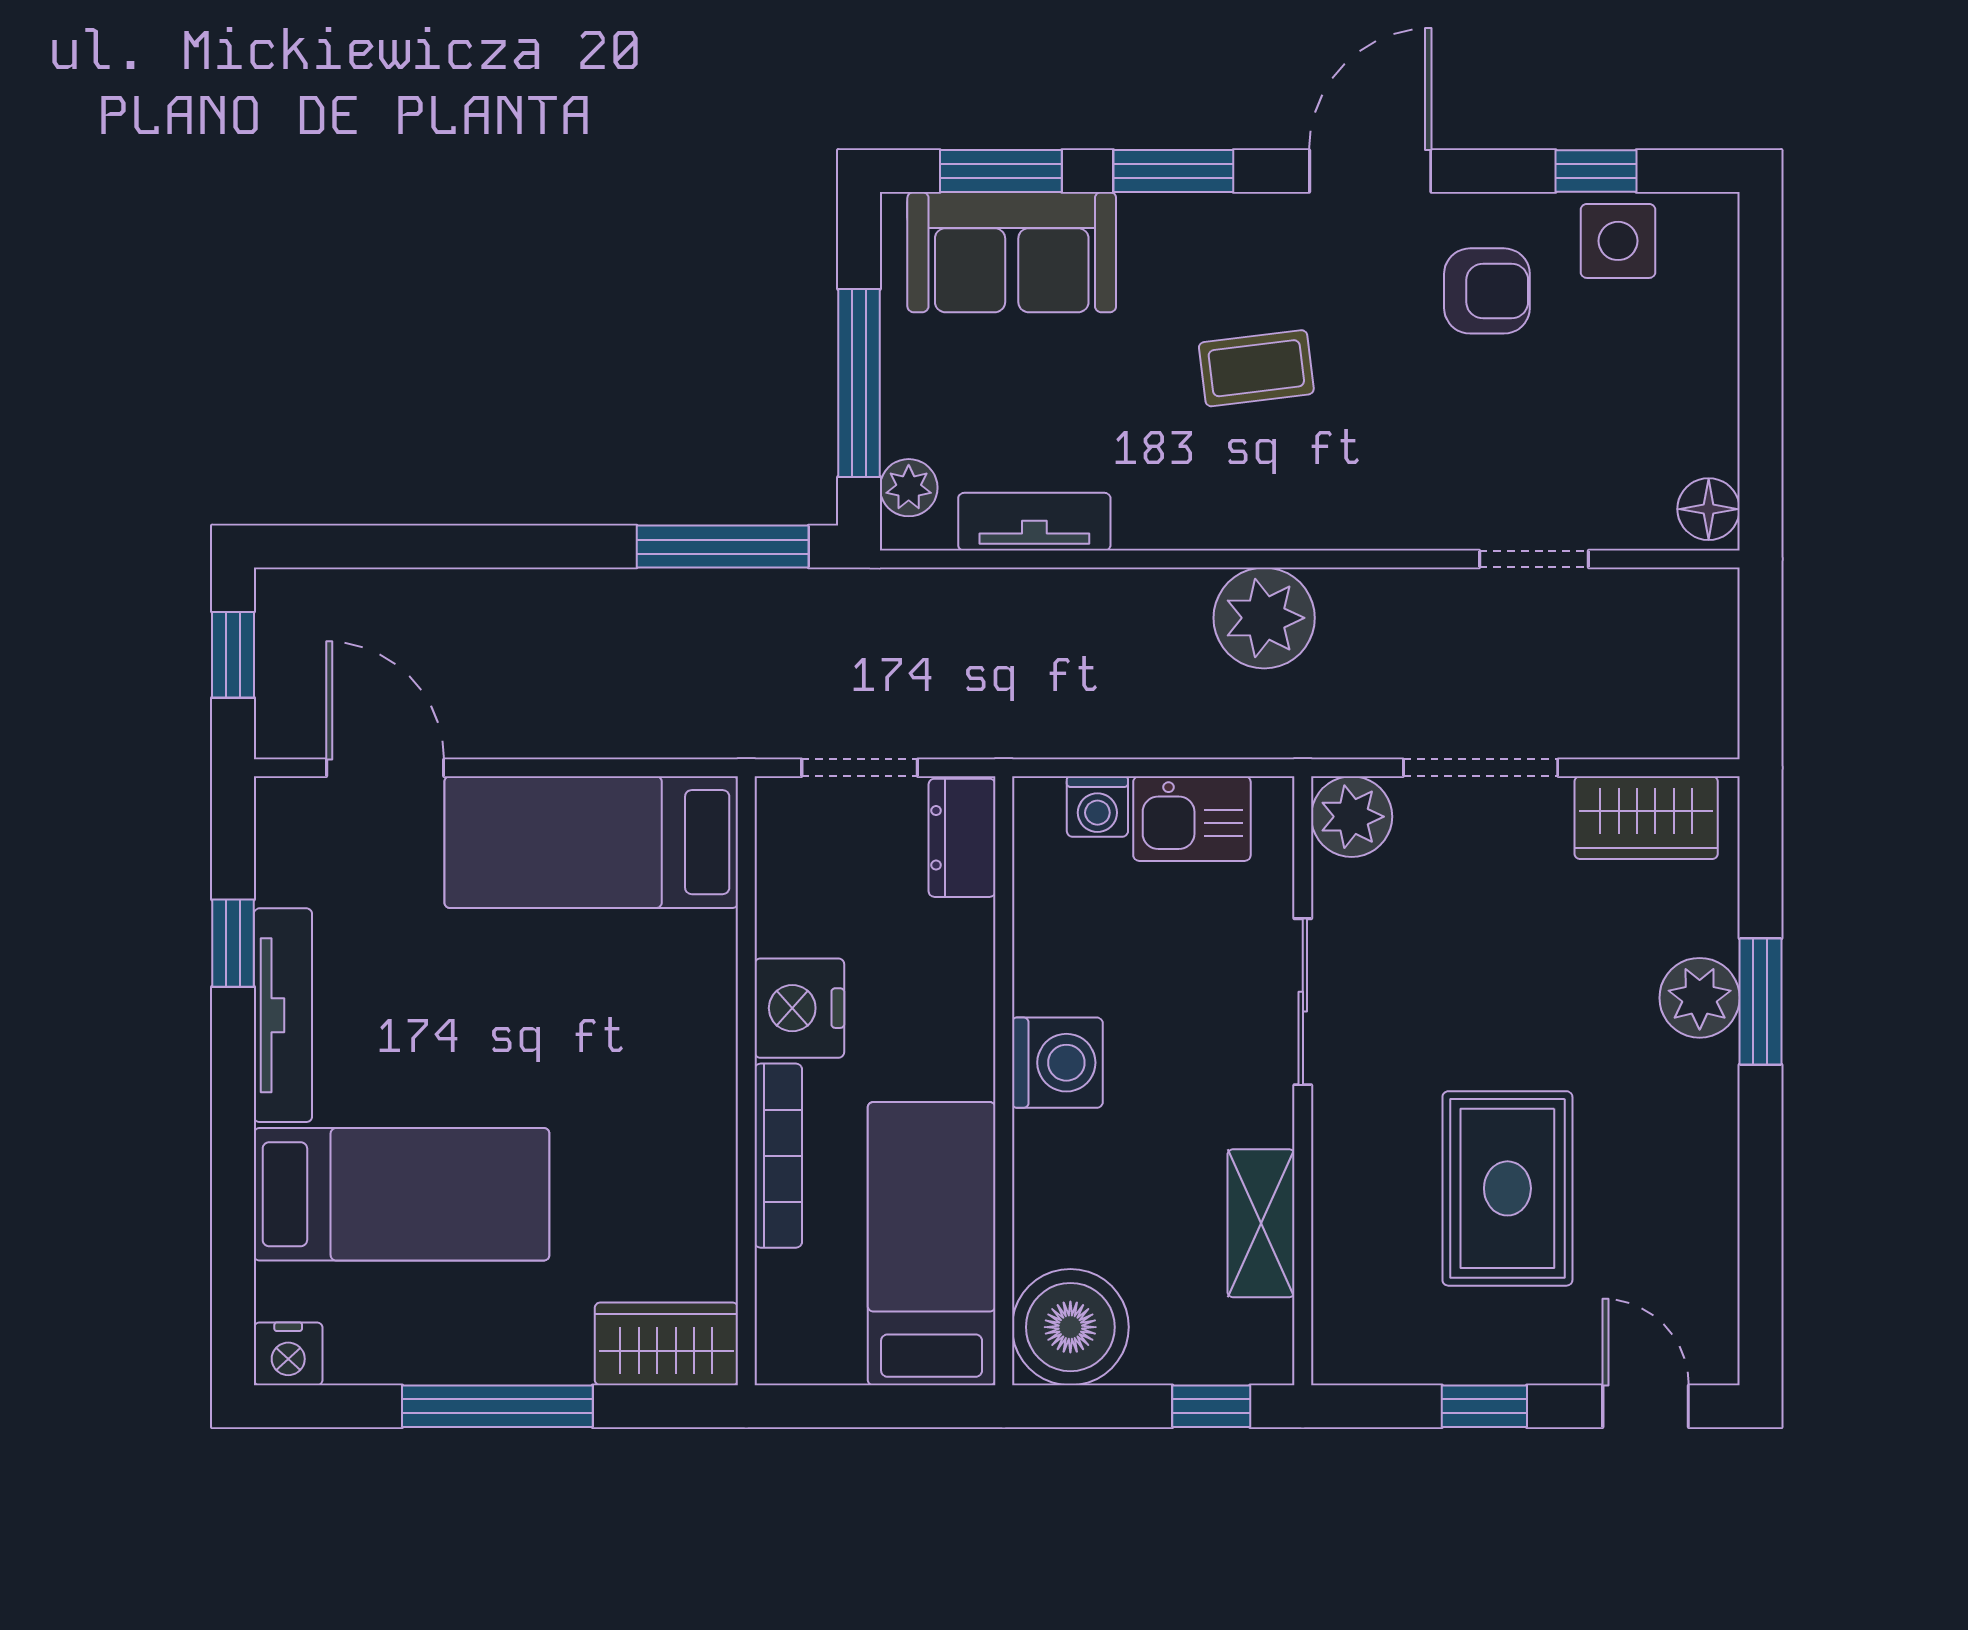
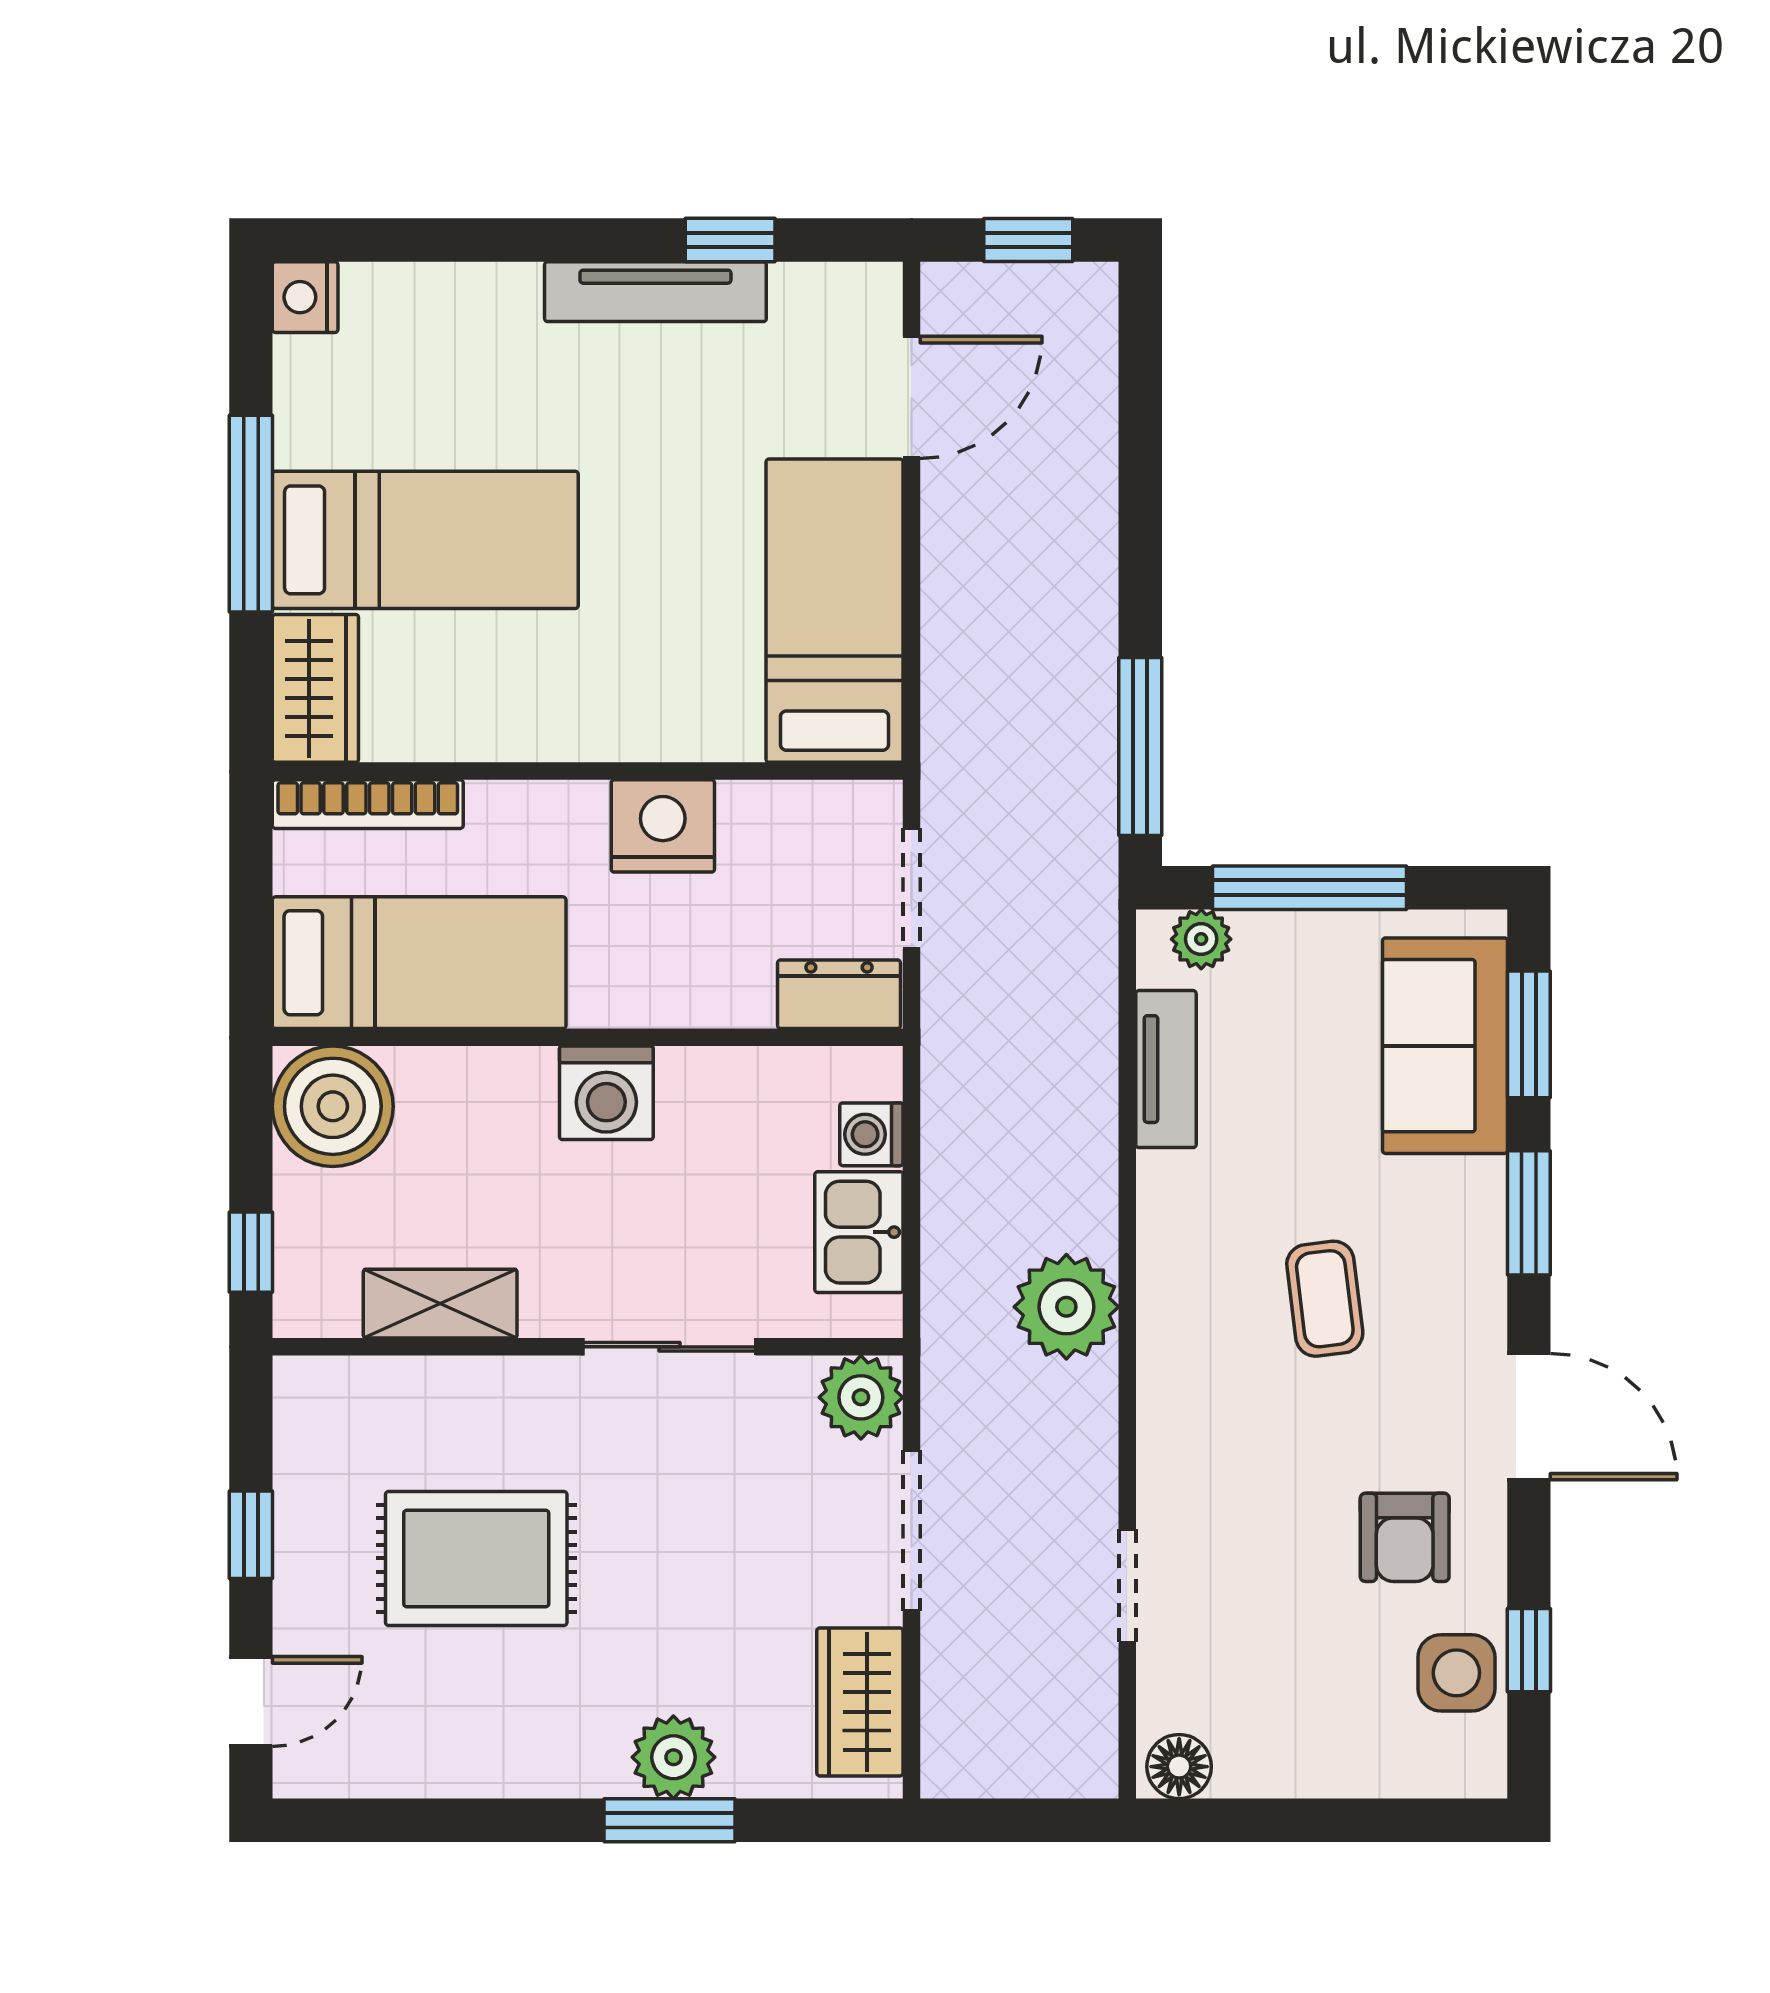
bookcase: (778, 1156) -> (368, 804), moved
bed: (402, 1194) -> (425, 540), moved, turned -90

